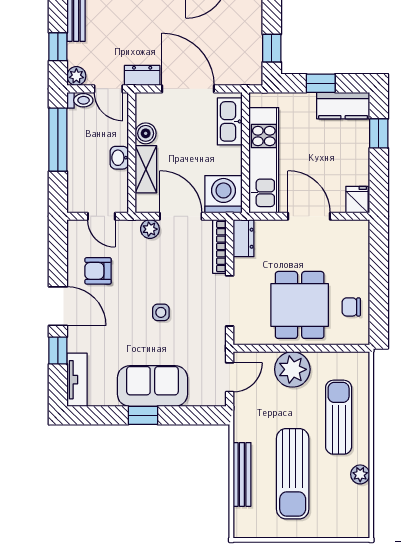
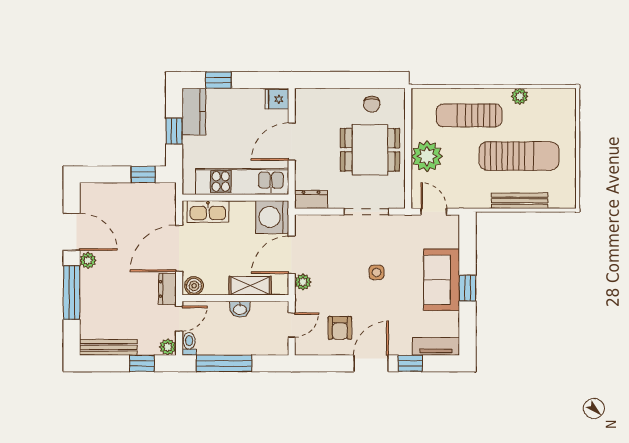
boiler: (146, 133) -> (194, 286), moved
bookcase: (219, 246) -> (318, 221), removed

